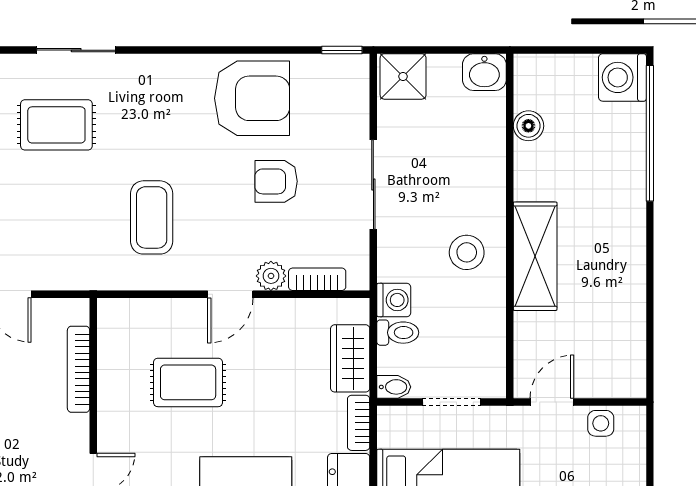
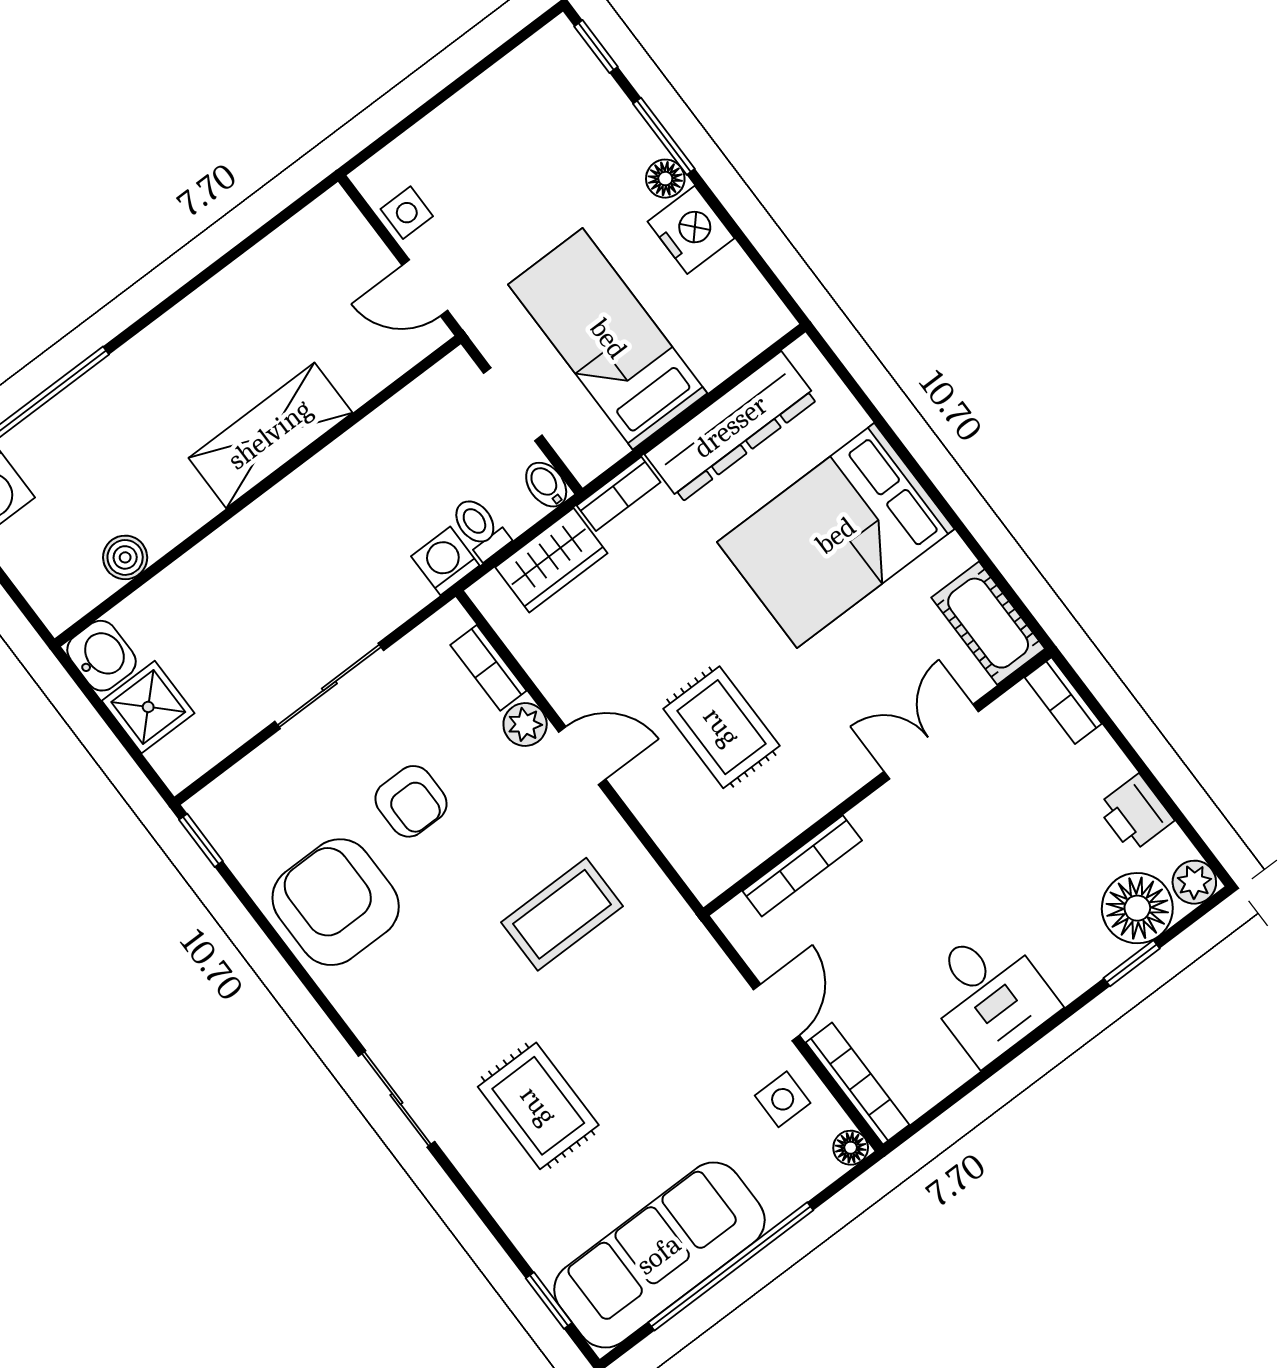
sliding door: (76, 50) -> (396, 1099), moved
shower: (403, 76) -> (148, 707), moved
stool: (467, 252) -> (326, 518), removed

